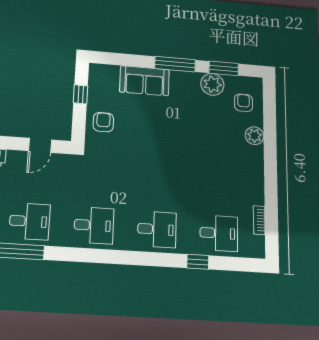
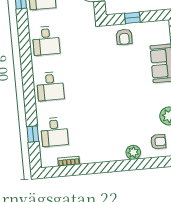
window: (81, 94) -> (132, 18), moved
armchair: (103, 122) -> (124, 37), turned 90
window: (198, 262) -> (33, 134), moved

